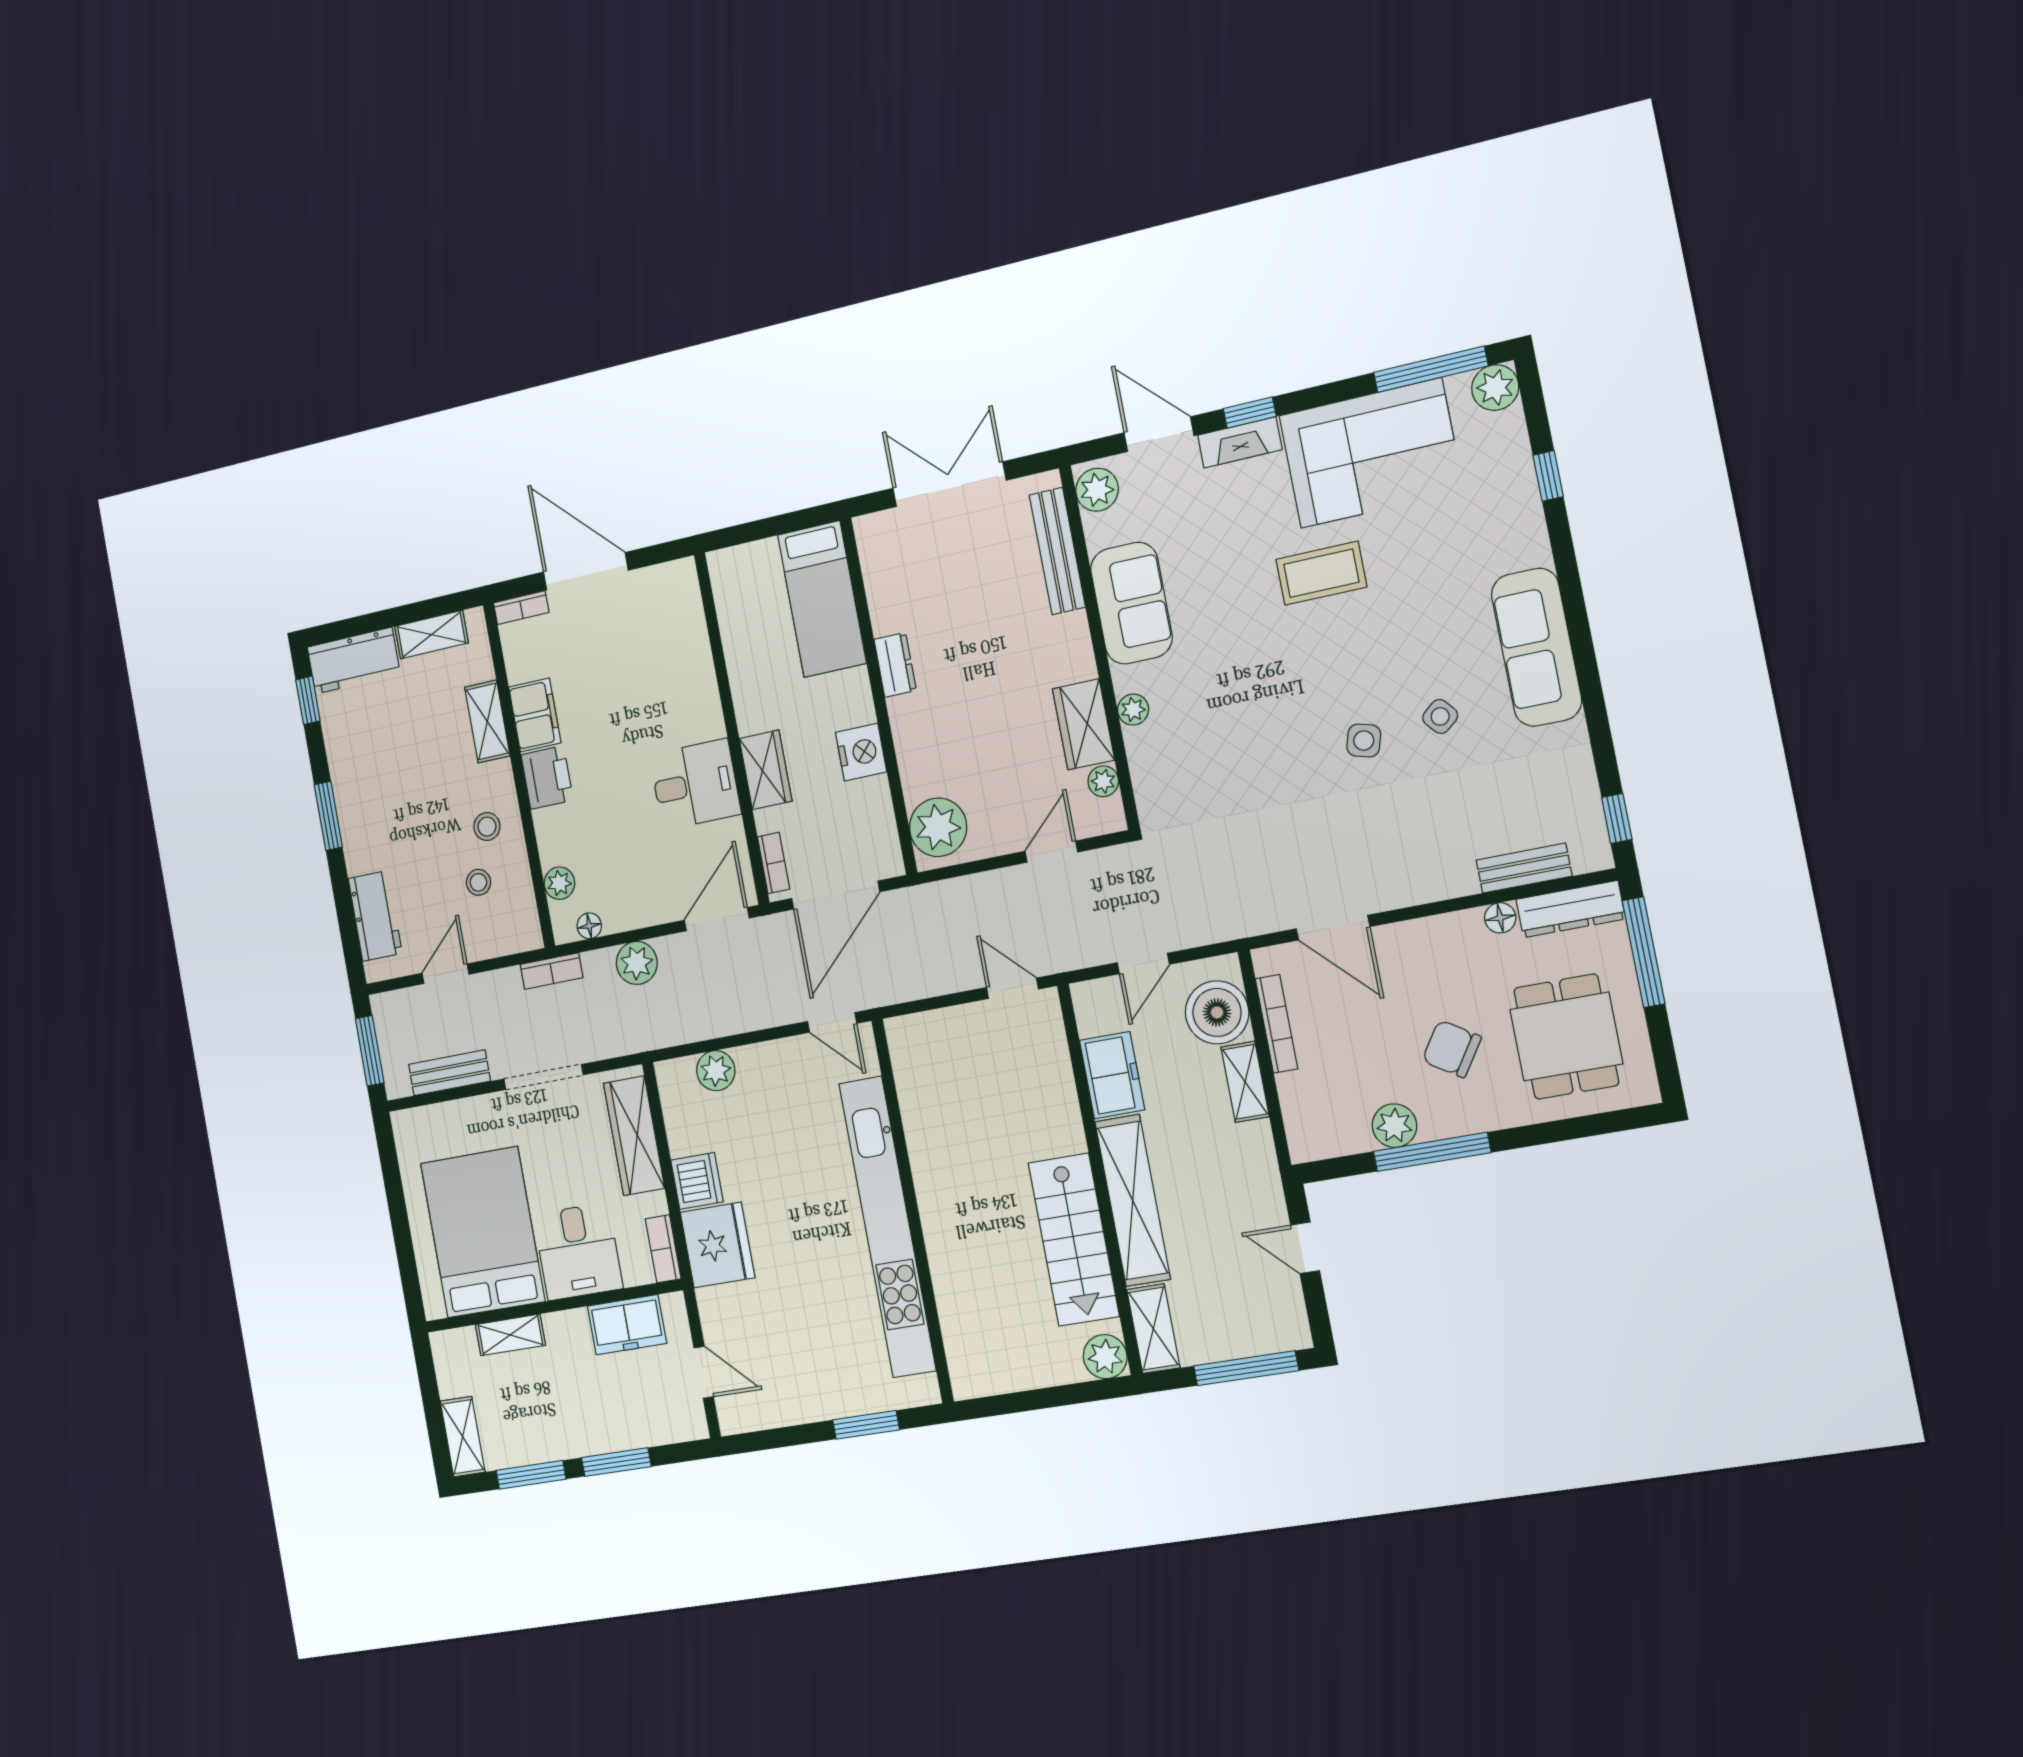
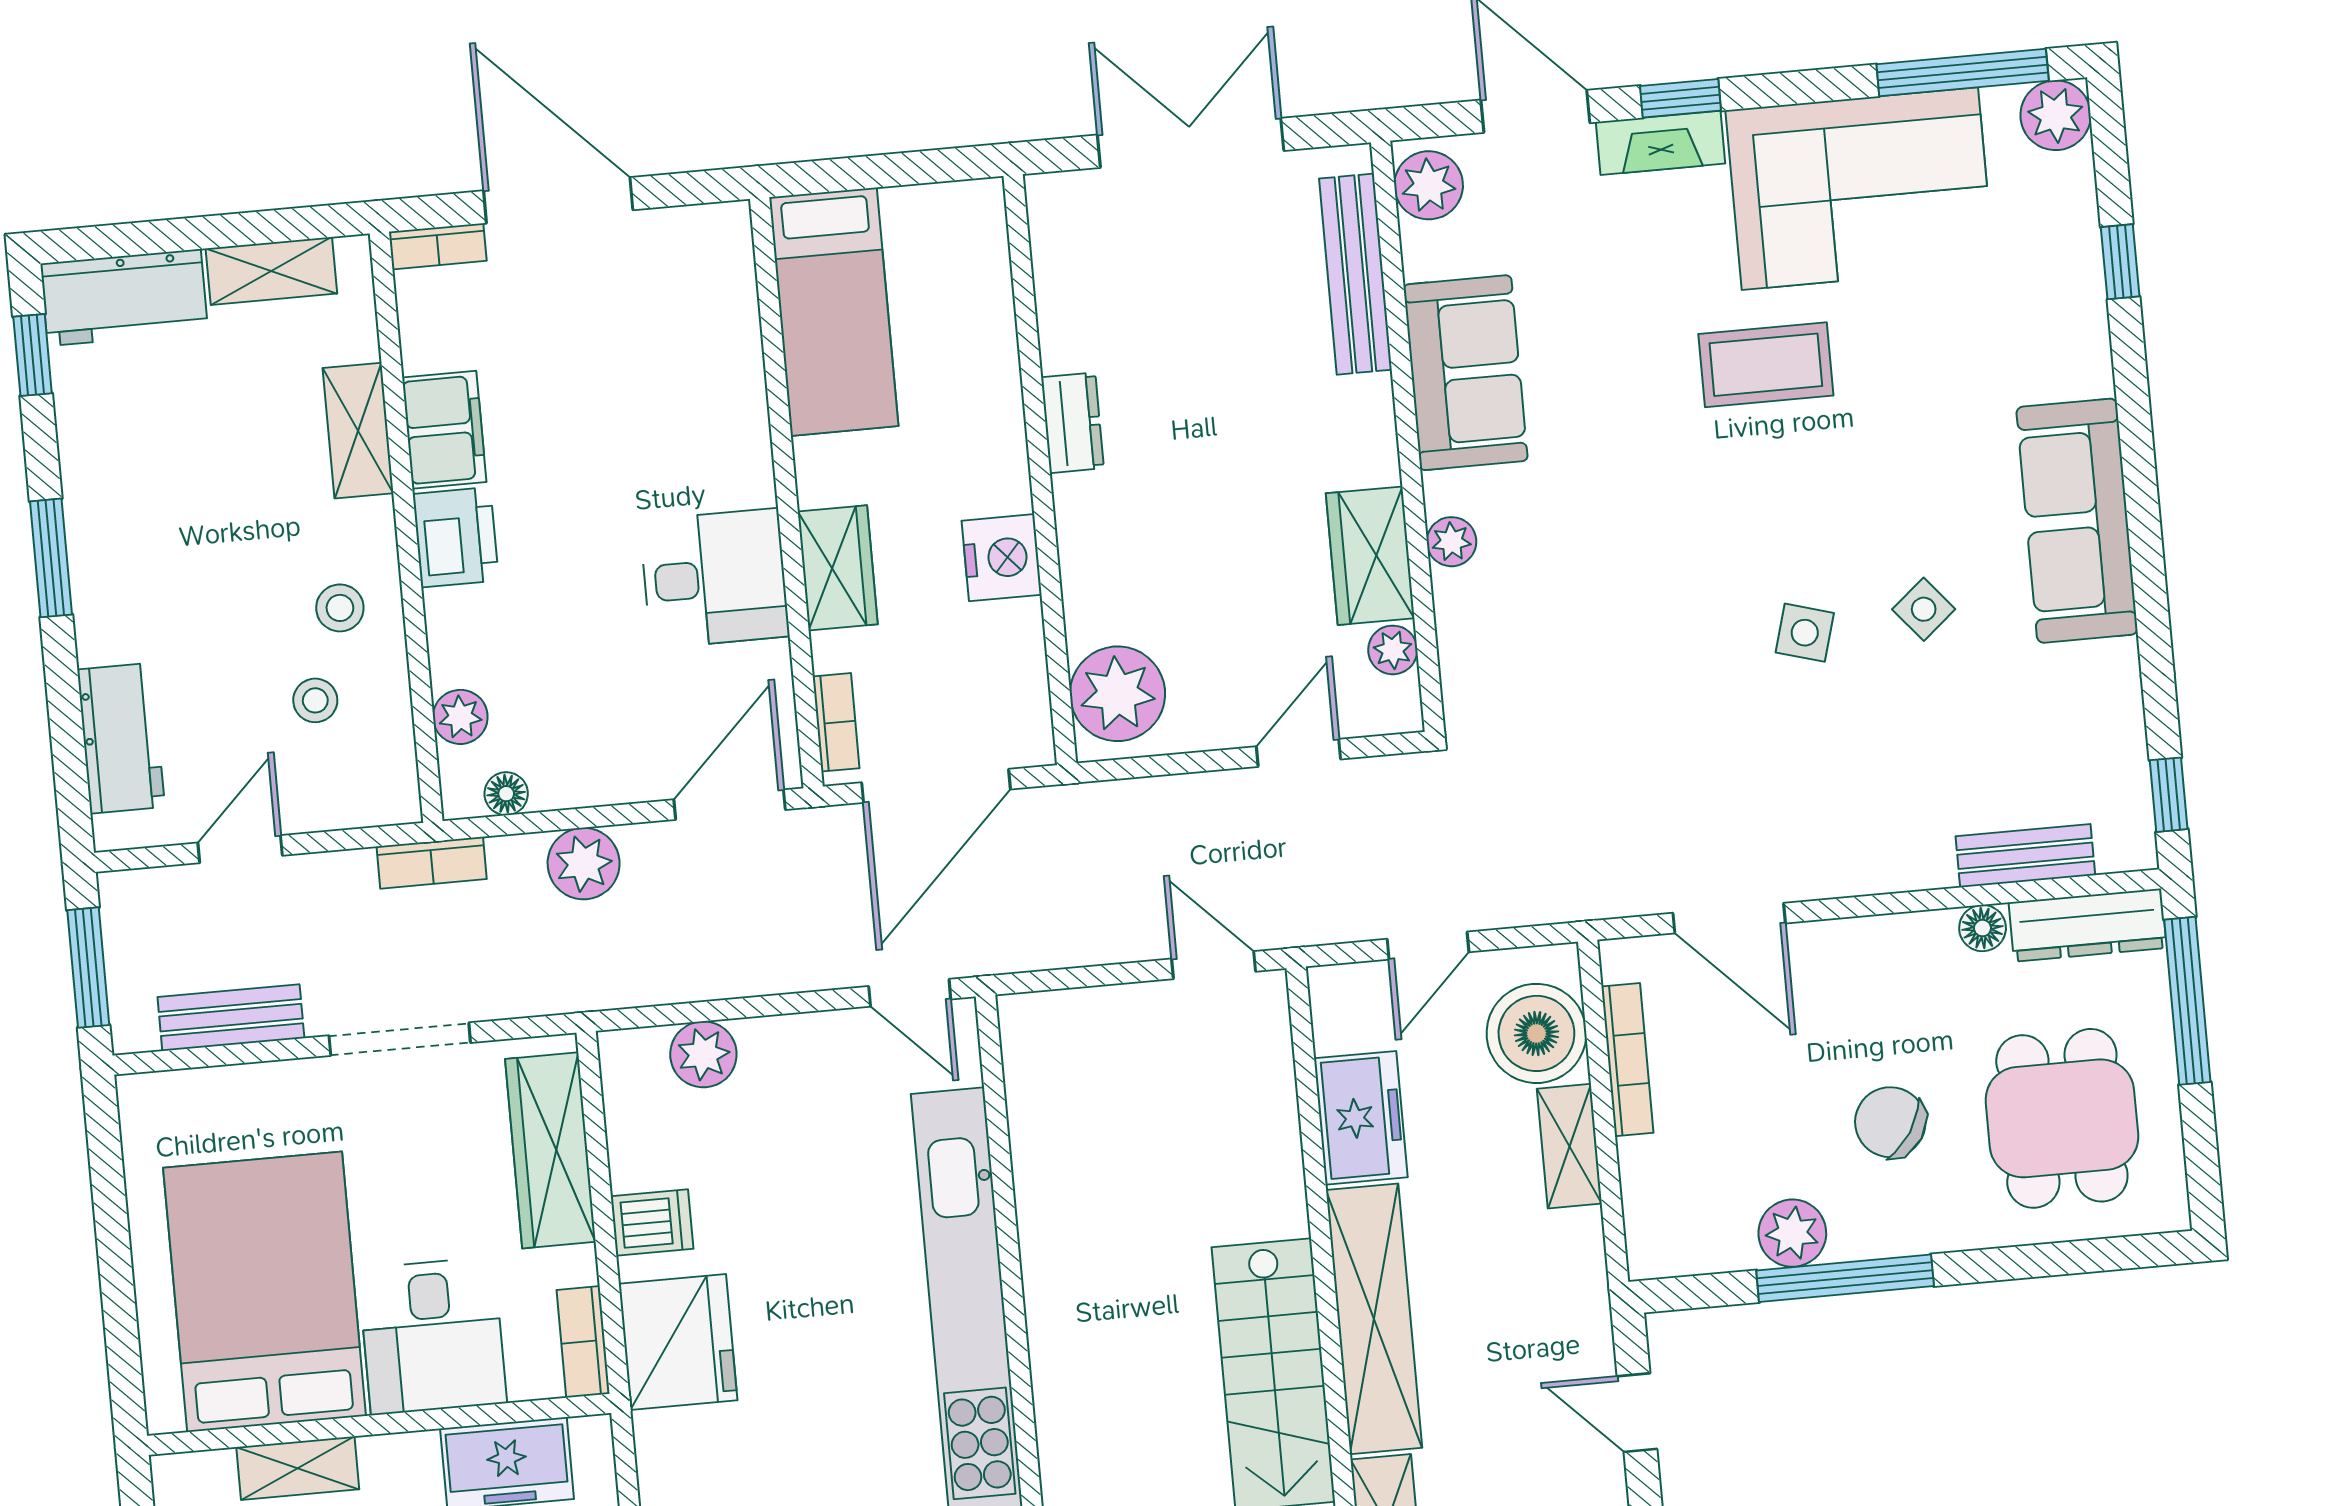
bed: (822, 599) -> (834, 312), moved
dishwasher: (697, 1181) -> (652, 1223), width x0.73

